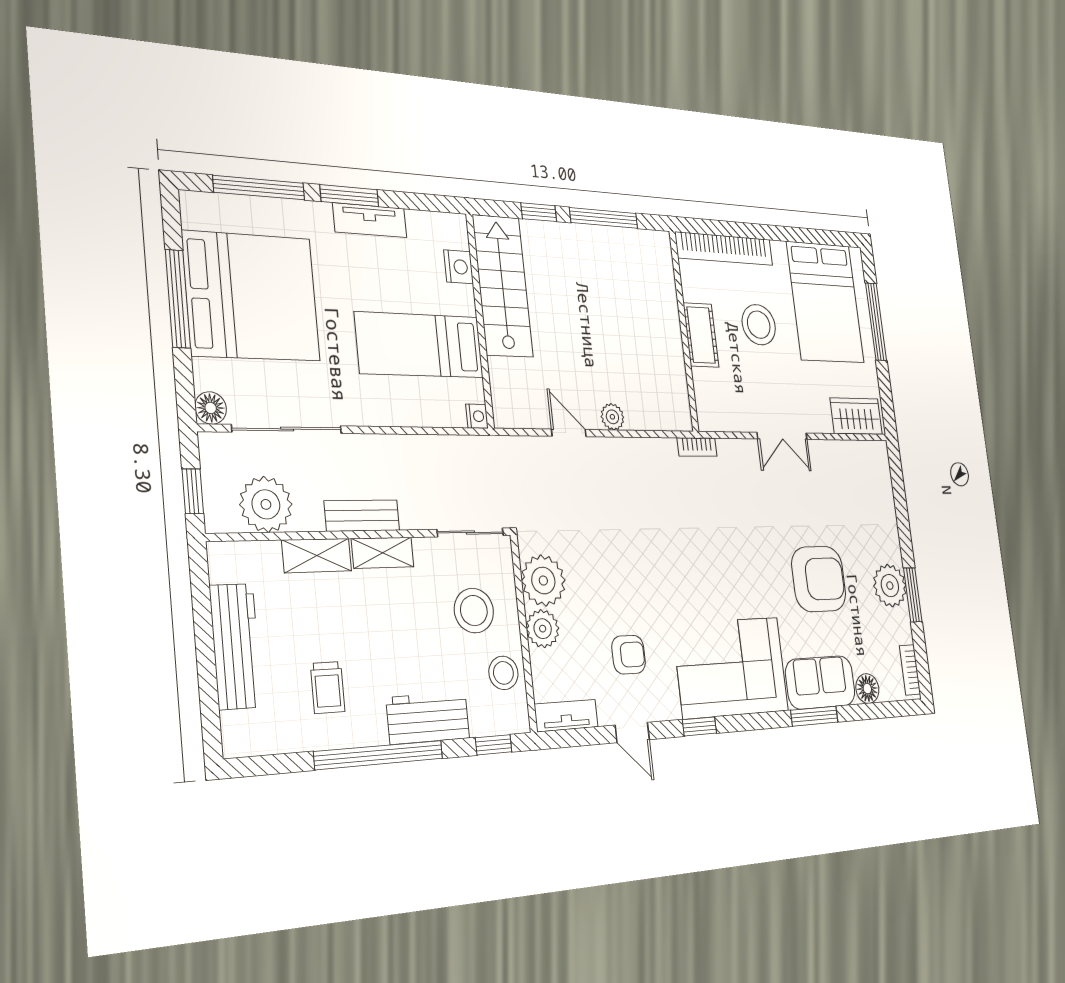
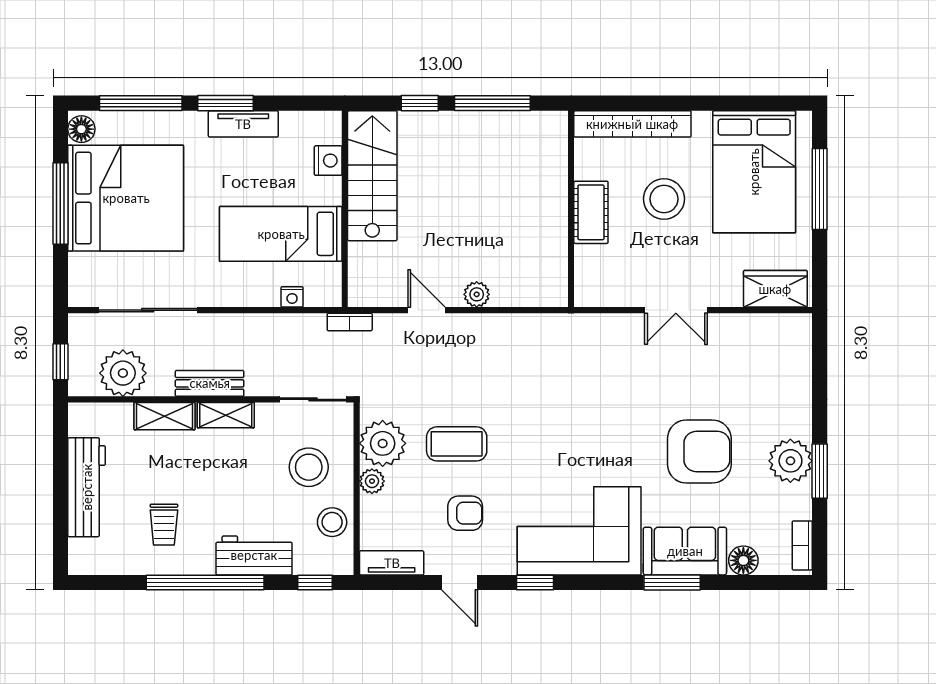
floor lamp: (211, 408) -> (81, 129), moved
nightstand: (477, 416) -> (292, 297), moved, turned 90
bookcase: (697, 447) -> (350, 322), moved
coffee table: (612, 579) -> (457, 444), added
plant: (543, 629) -> (372, 481), width x0.73, depth x0.73

